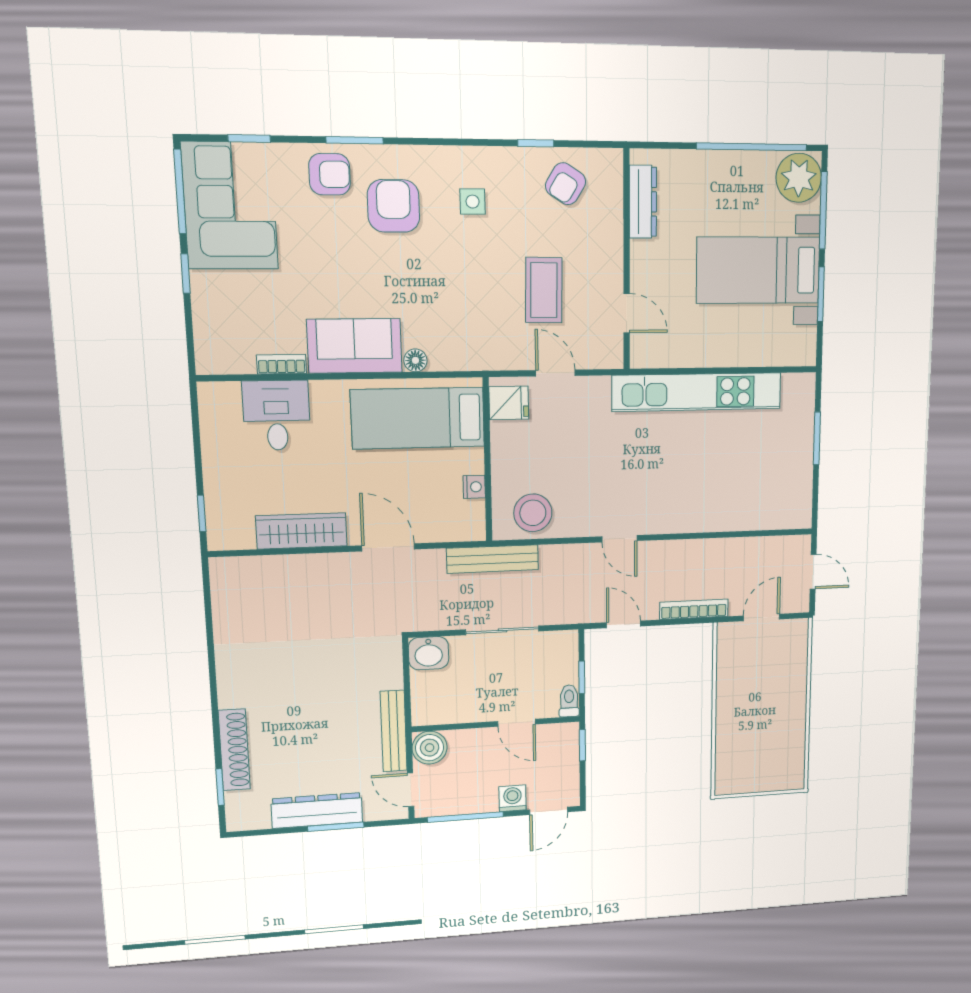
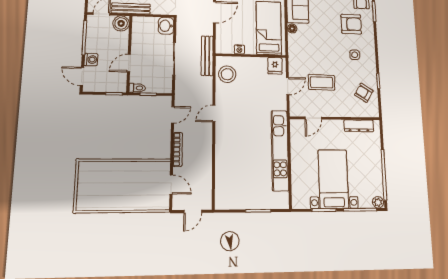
plant: (799, 178) -> (378, 202), width x0.53, depth x0.53

